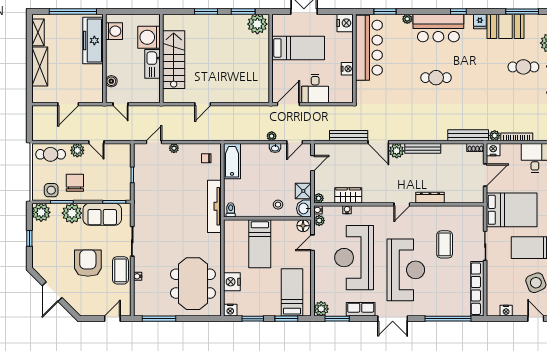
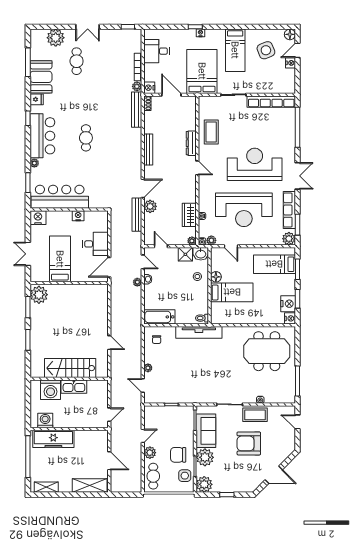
shelving: (40, 67) -> (90, 486), moved
boiler: (111, 81) -> (89, 423), removed
door: (288, 104) -> (109, 267), hinge flipped
plant: (397, 151) -> (150, 206), moved
floor lamp: (303, 226) -> (216, 277), moved
coffee table: (445, 244) -> (211, 132), moved, turned 90
nightstand: (232, 282) -> (288, 304), moved, turned -90
row of seats: (361, 309) -> (289, 210), width x1.48
nightstand: (506, 311) -> (290, 63), moved

